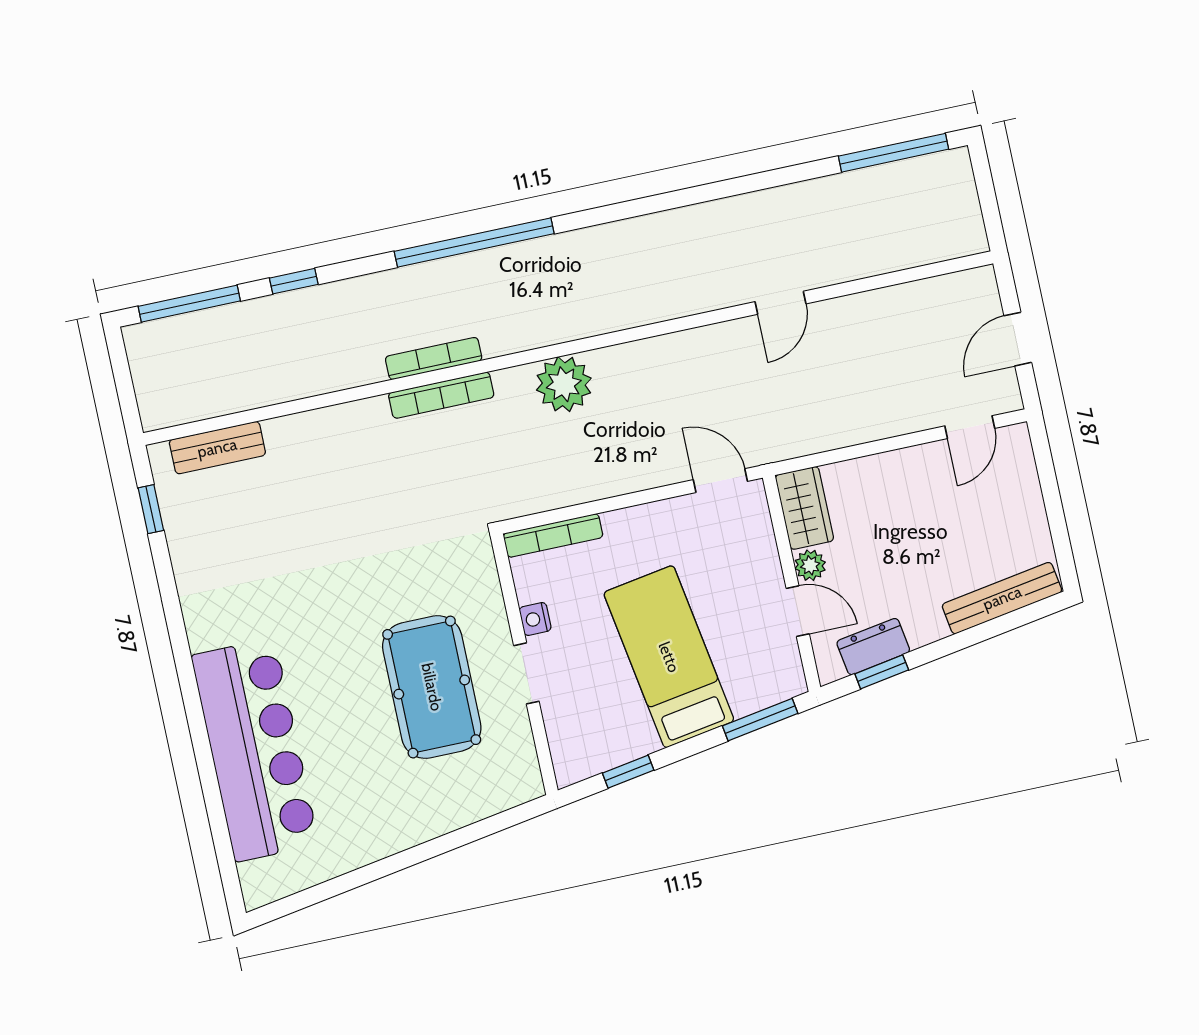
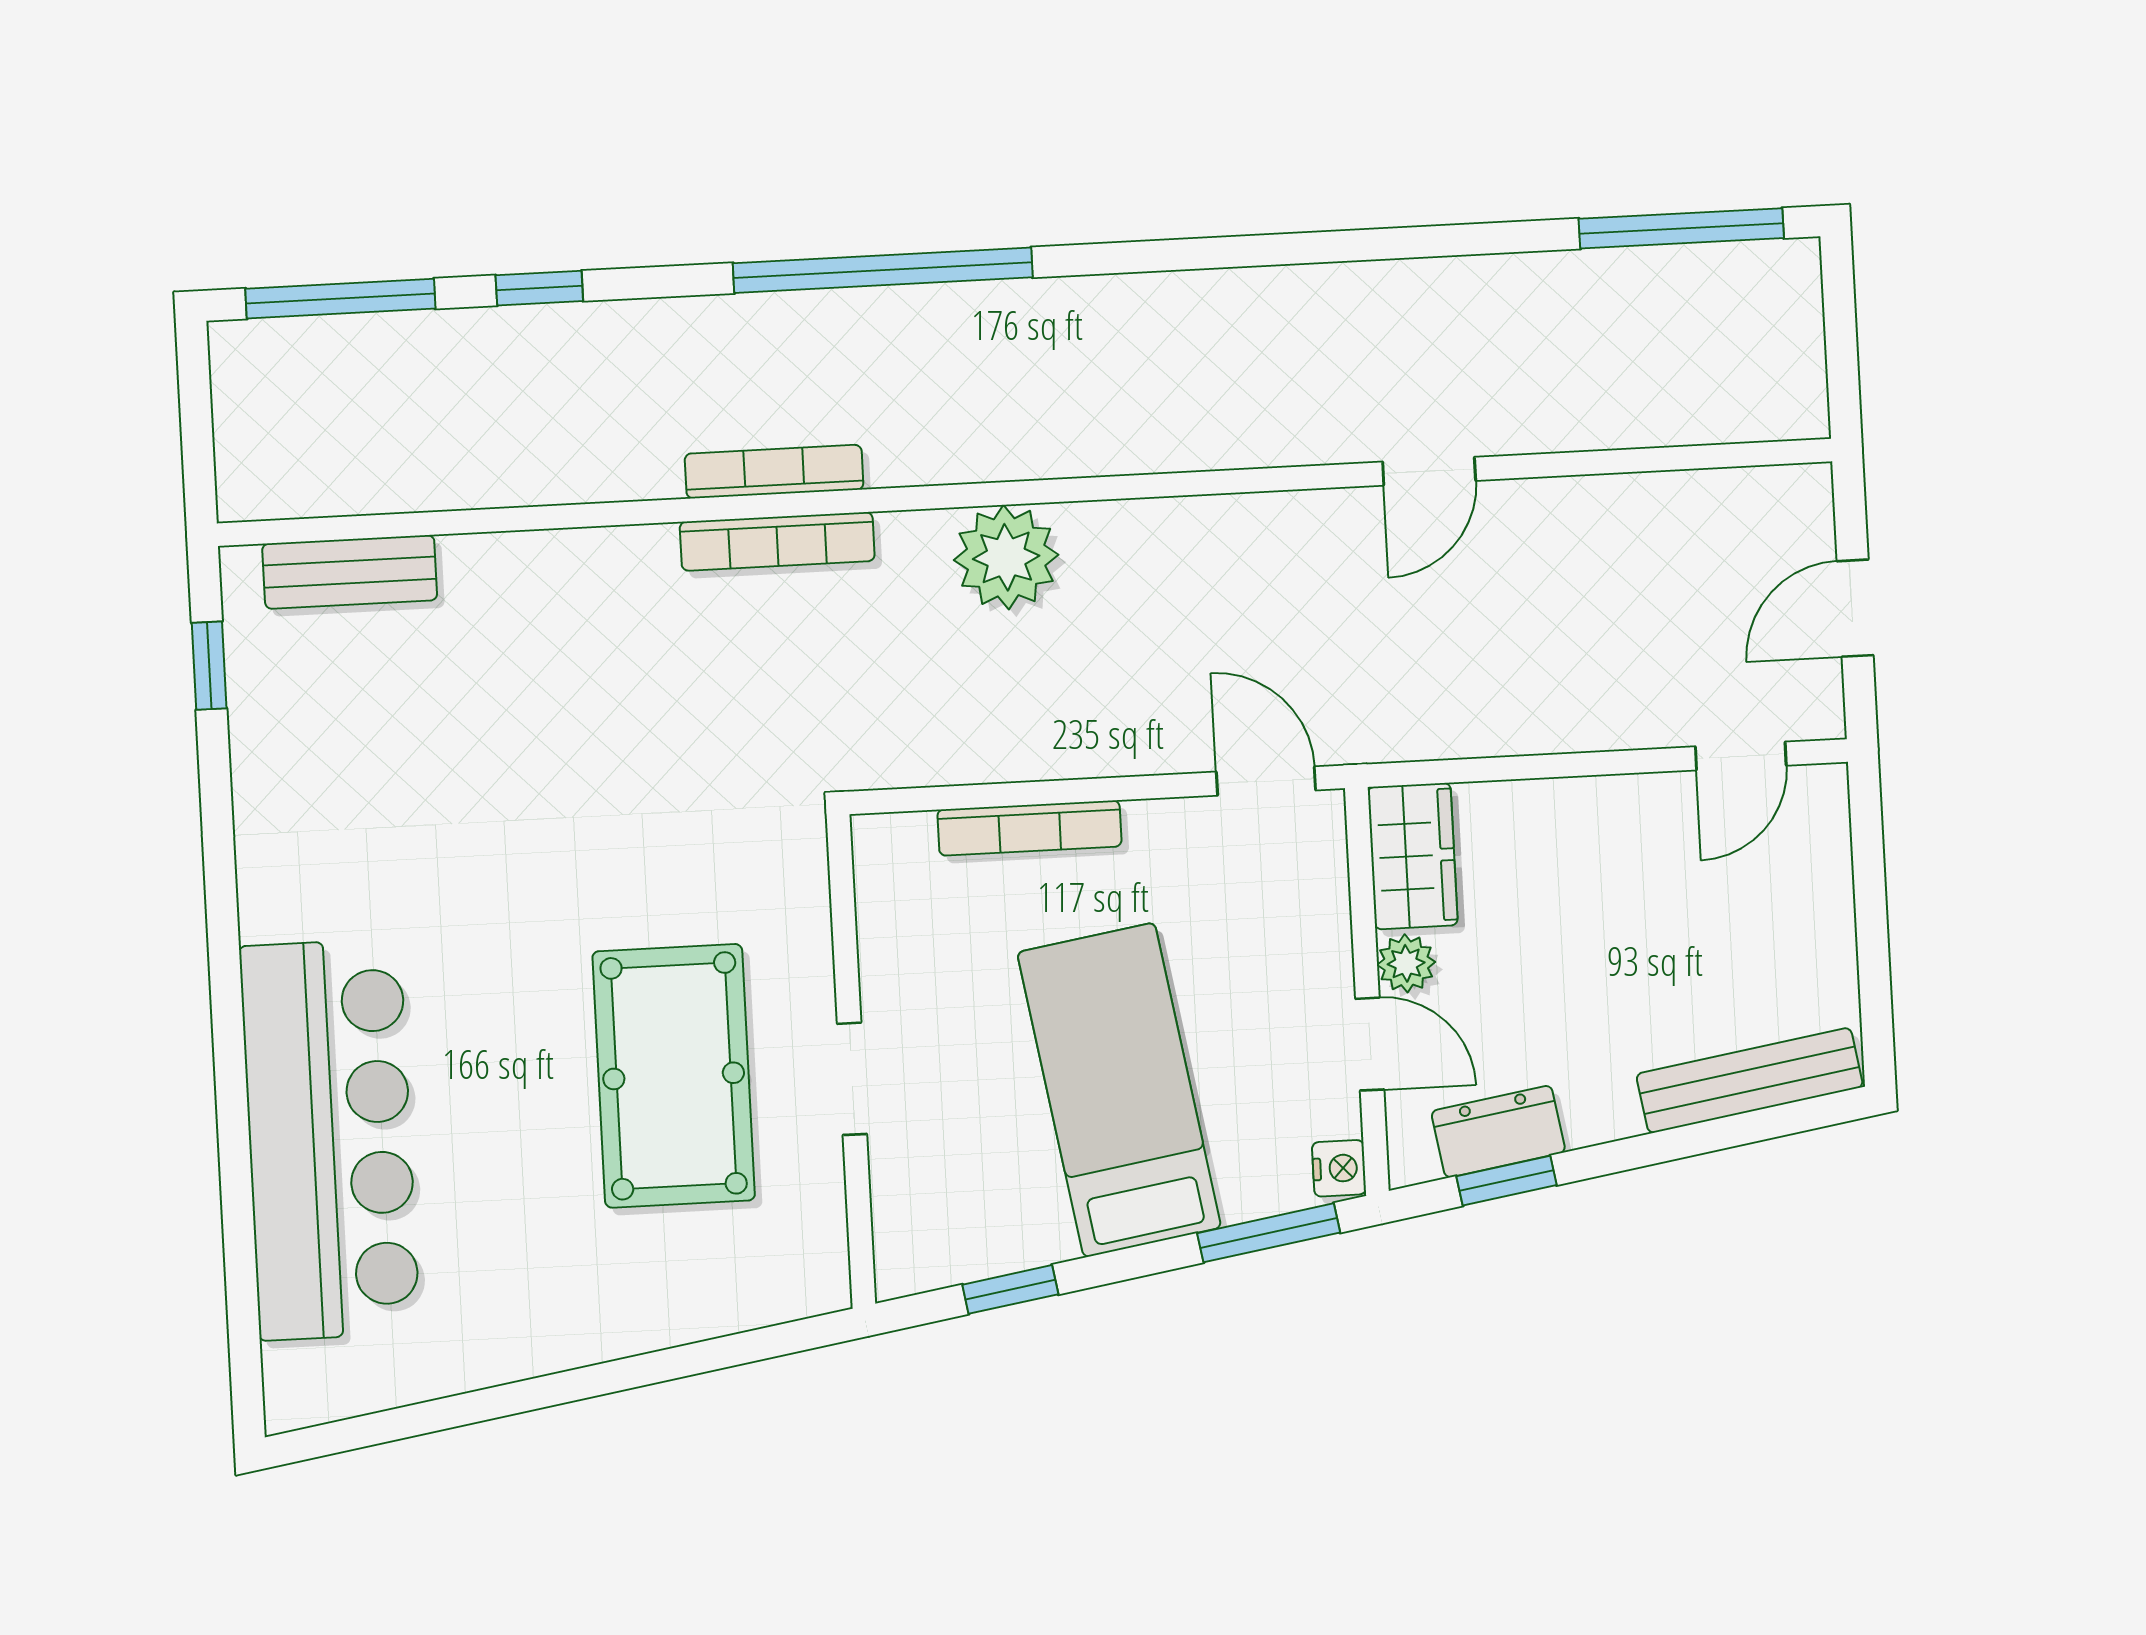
bookcase: (553, 535) -> (1029, 828), moved
nightstand: (535, 619) -> (1339, 1168), moved, turned 180

